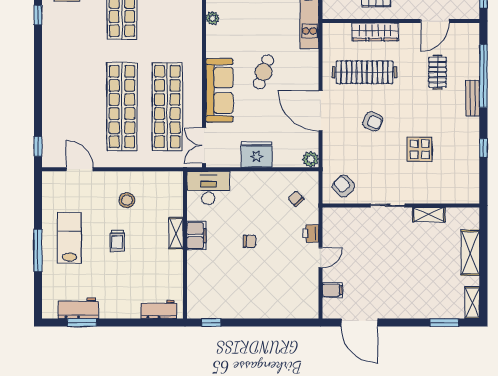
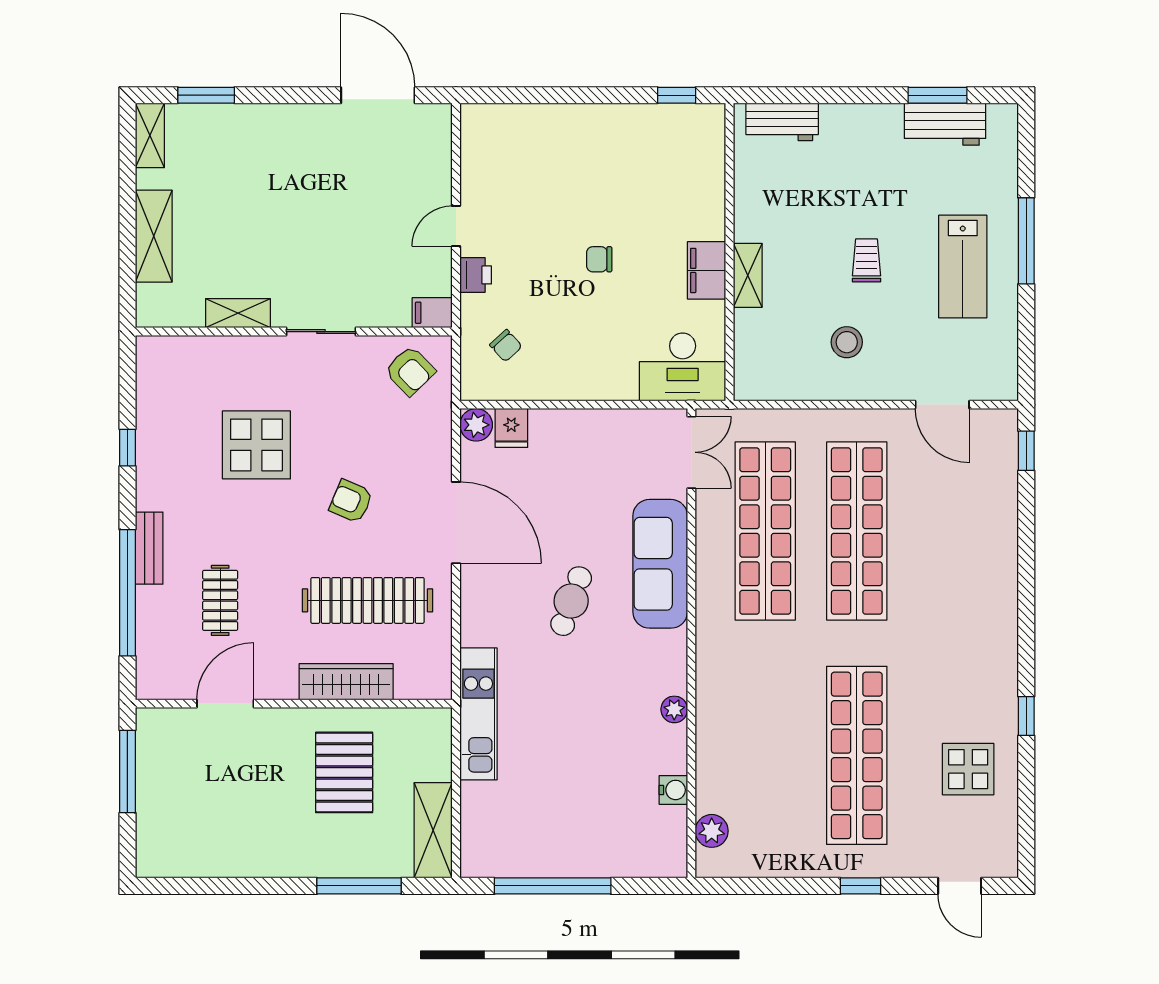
display table: (420, 149) -> (256, 445), width x1.36, depth x1.36
fridge: (257, 154) -> (511, 428), moved, width x0.53, depth x0.75
filing cabinet: (332, 290) -> (432, 313), moved

